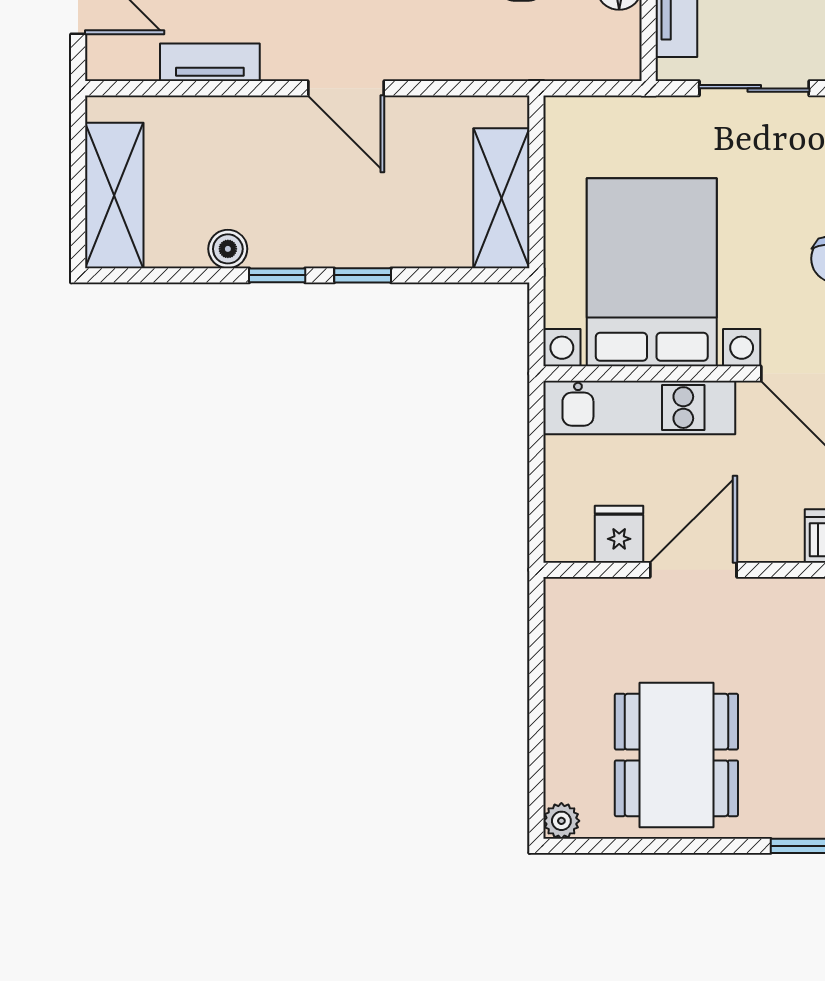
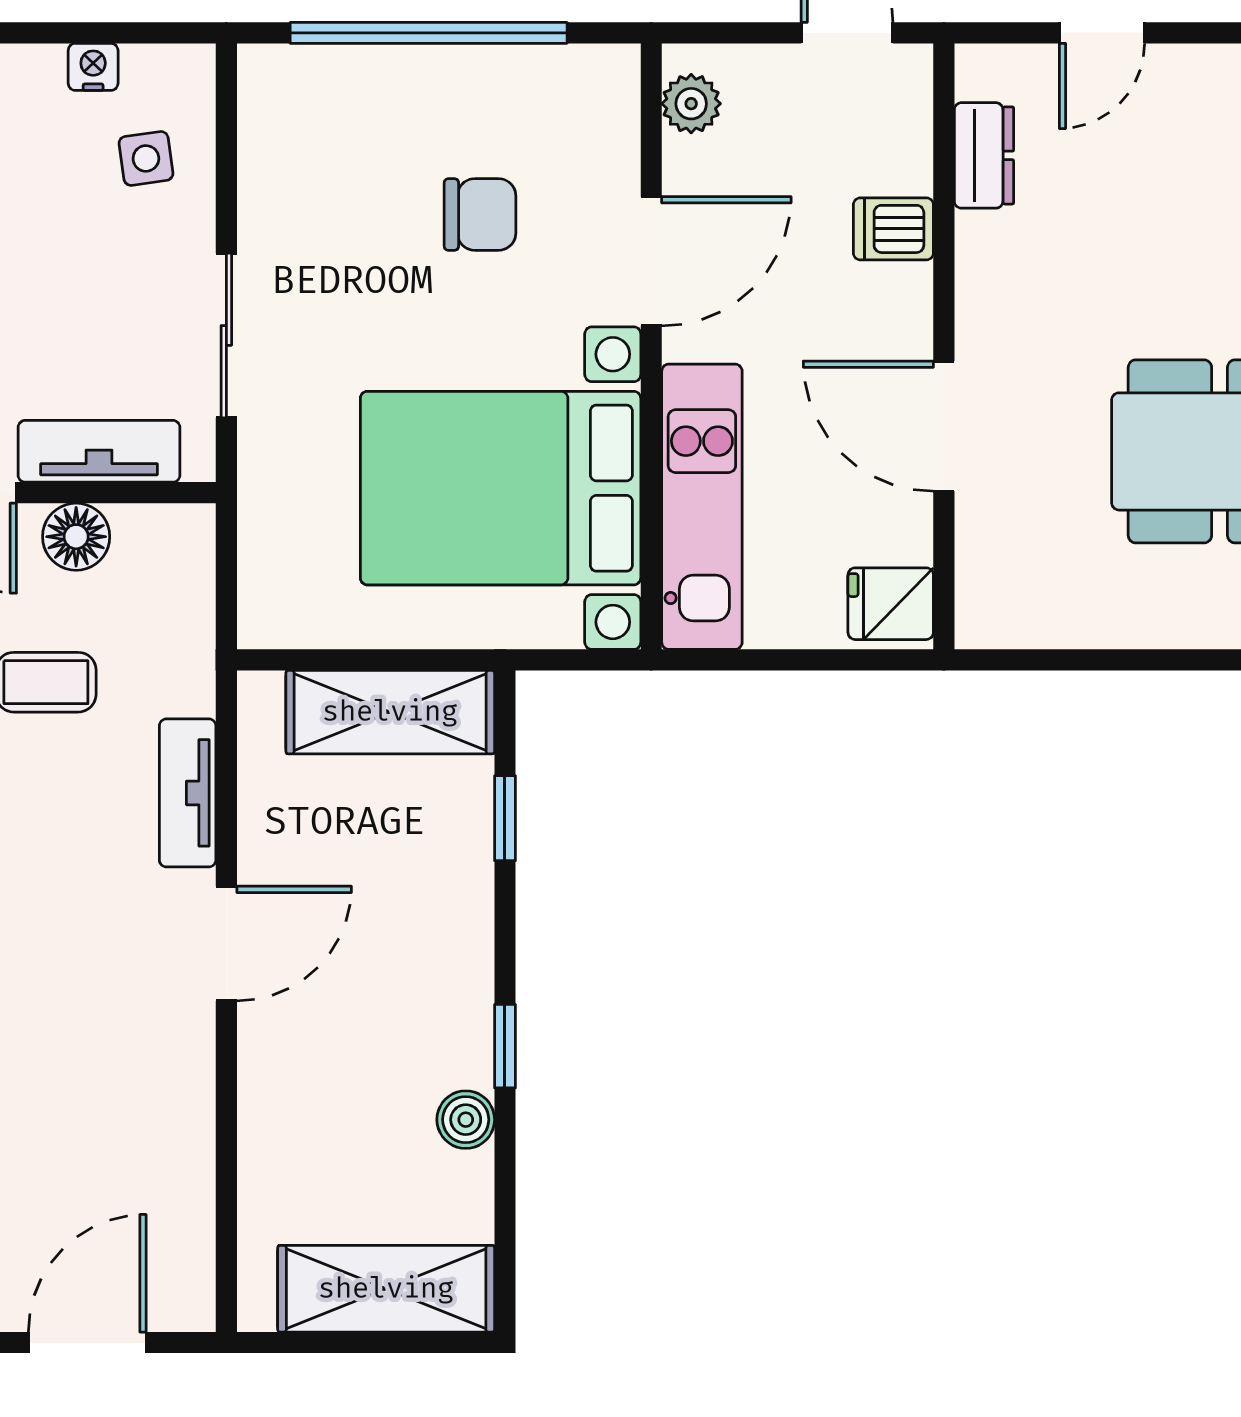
tv unit: (210, 62) -> (188, 793), moved
window: (363, 275) -> (505, 818), moved
fridge: (619, 534) -> (891, 604), moved

